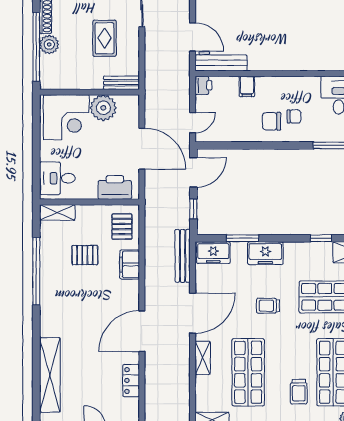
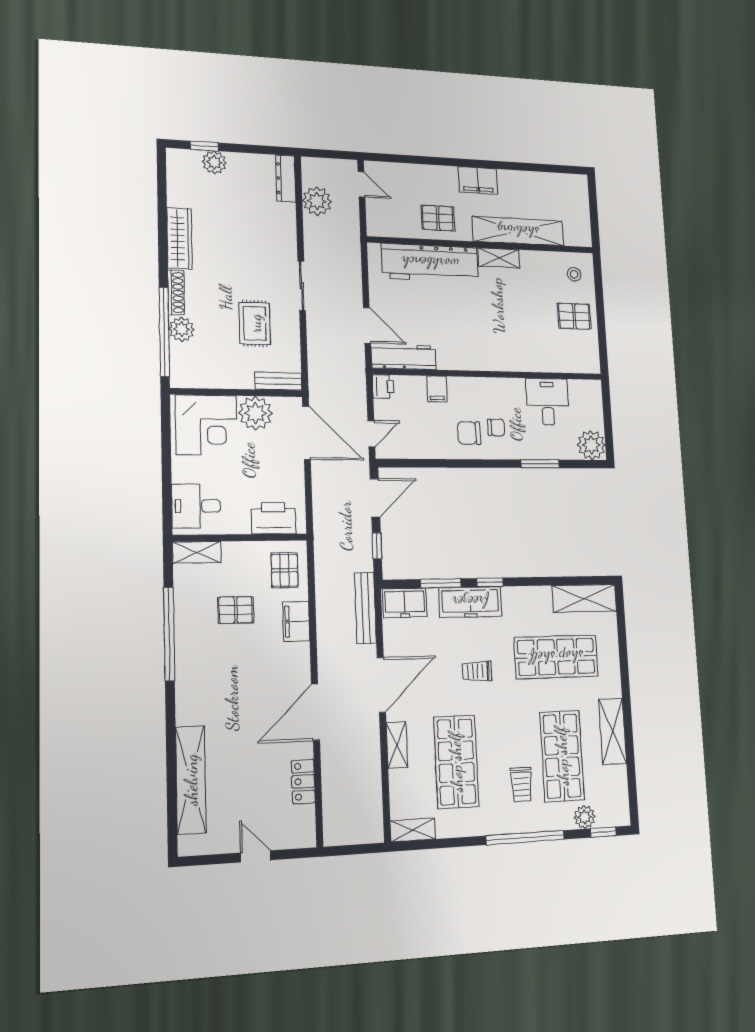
door: (142, 149) -> (306, 433), moved
window: (321, 238) -> (490, 582), moved
freezer: (265, 253) -> (470, 602), width x1.40

